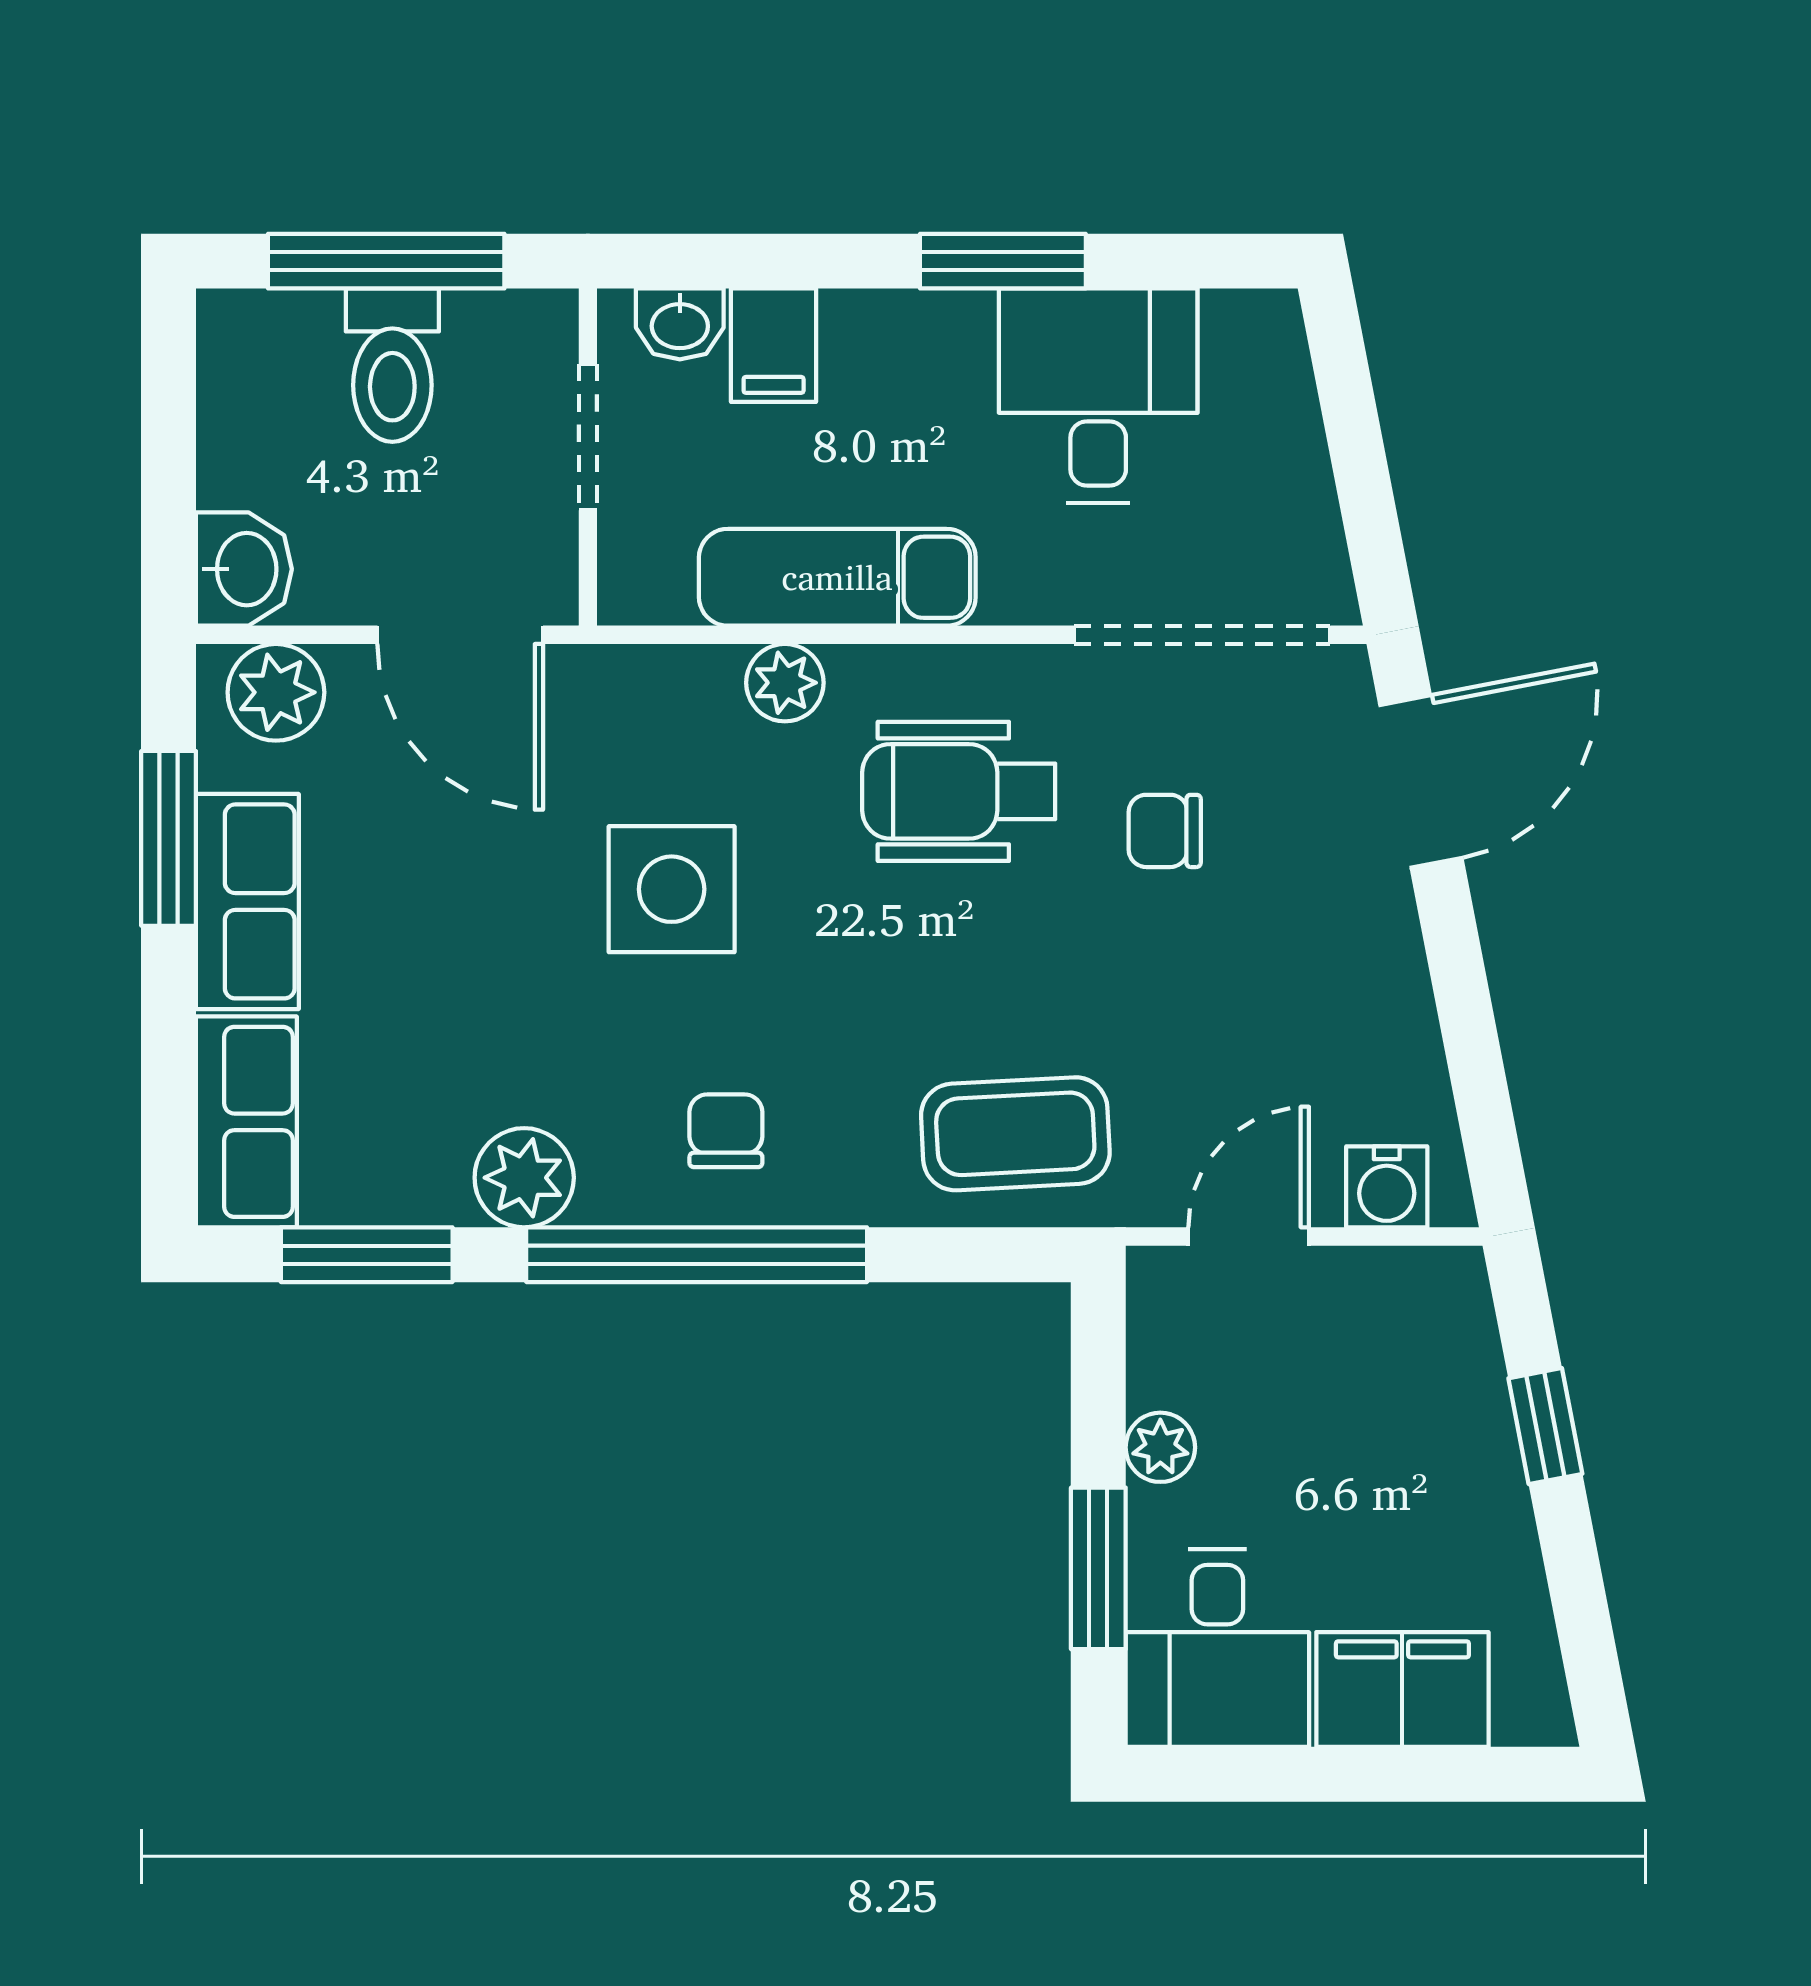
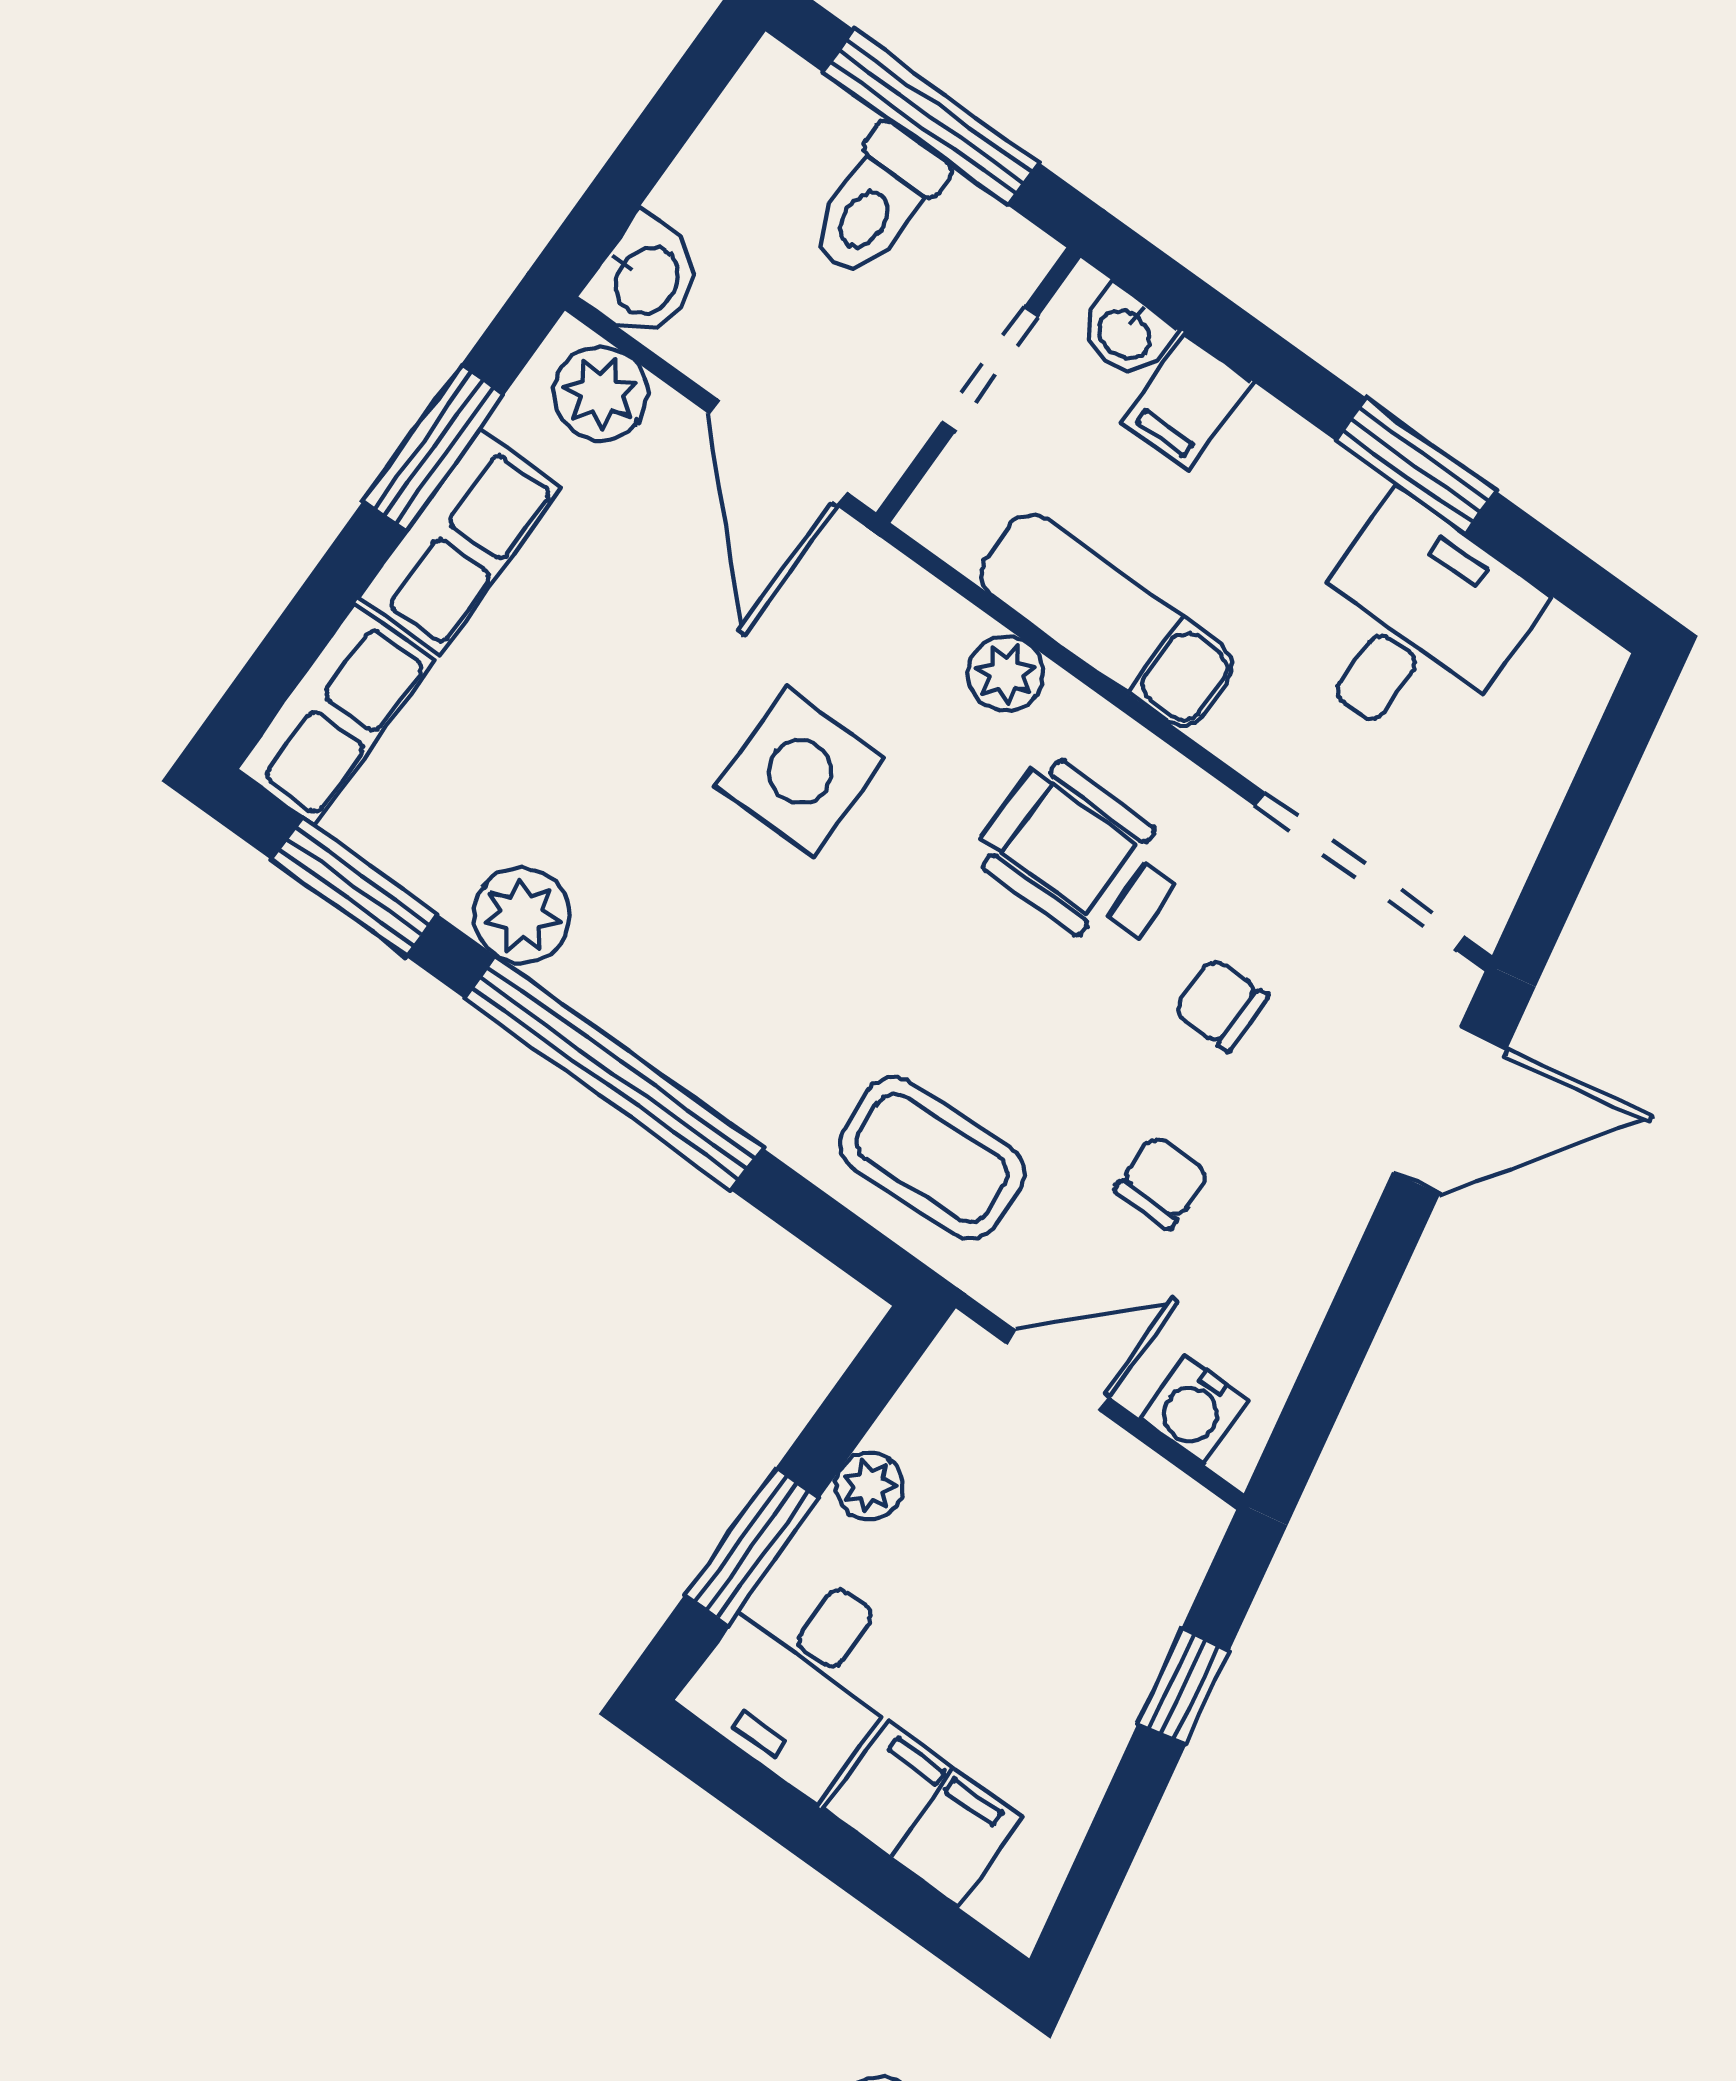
chair: (726, 1131) -> (1162, 1182), moved

